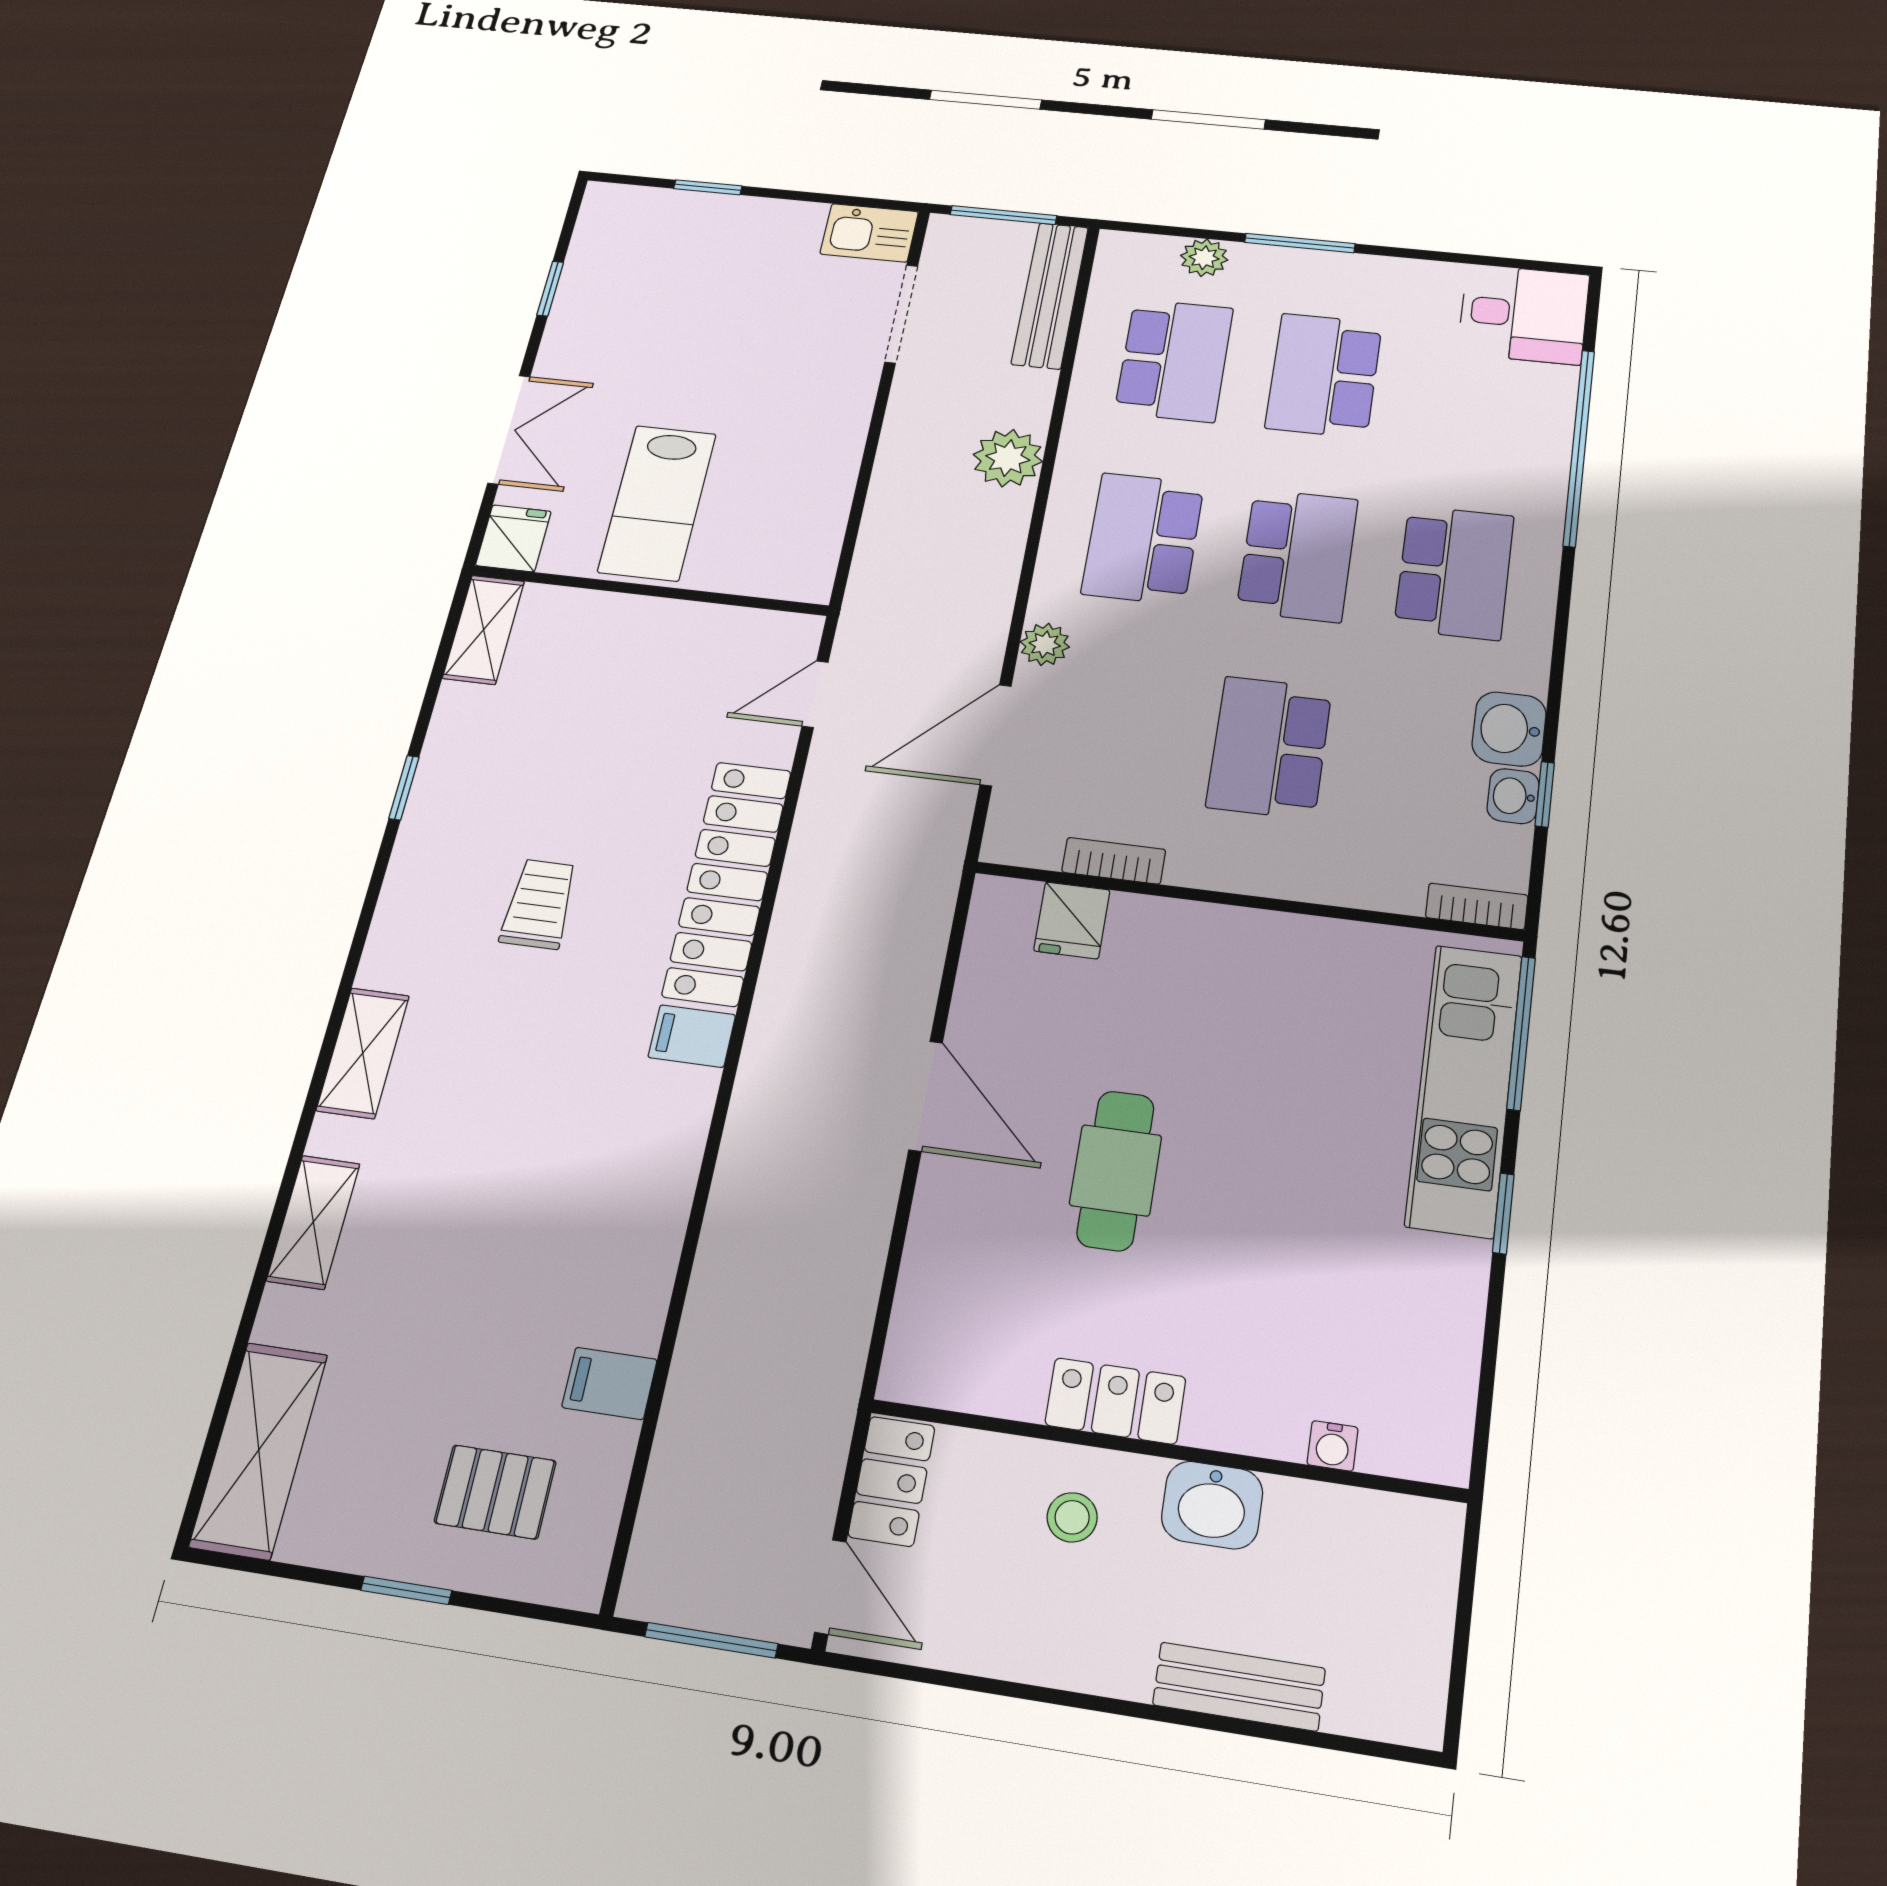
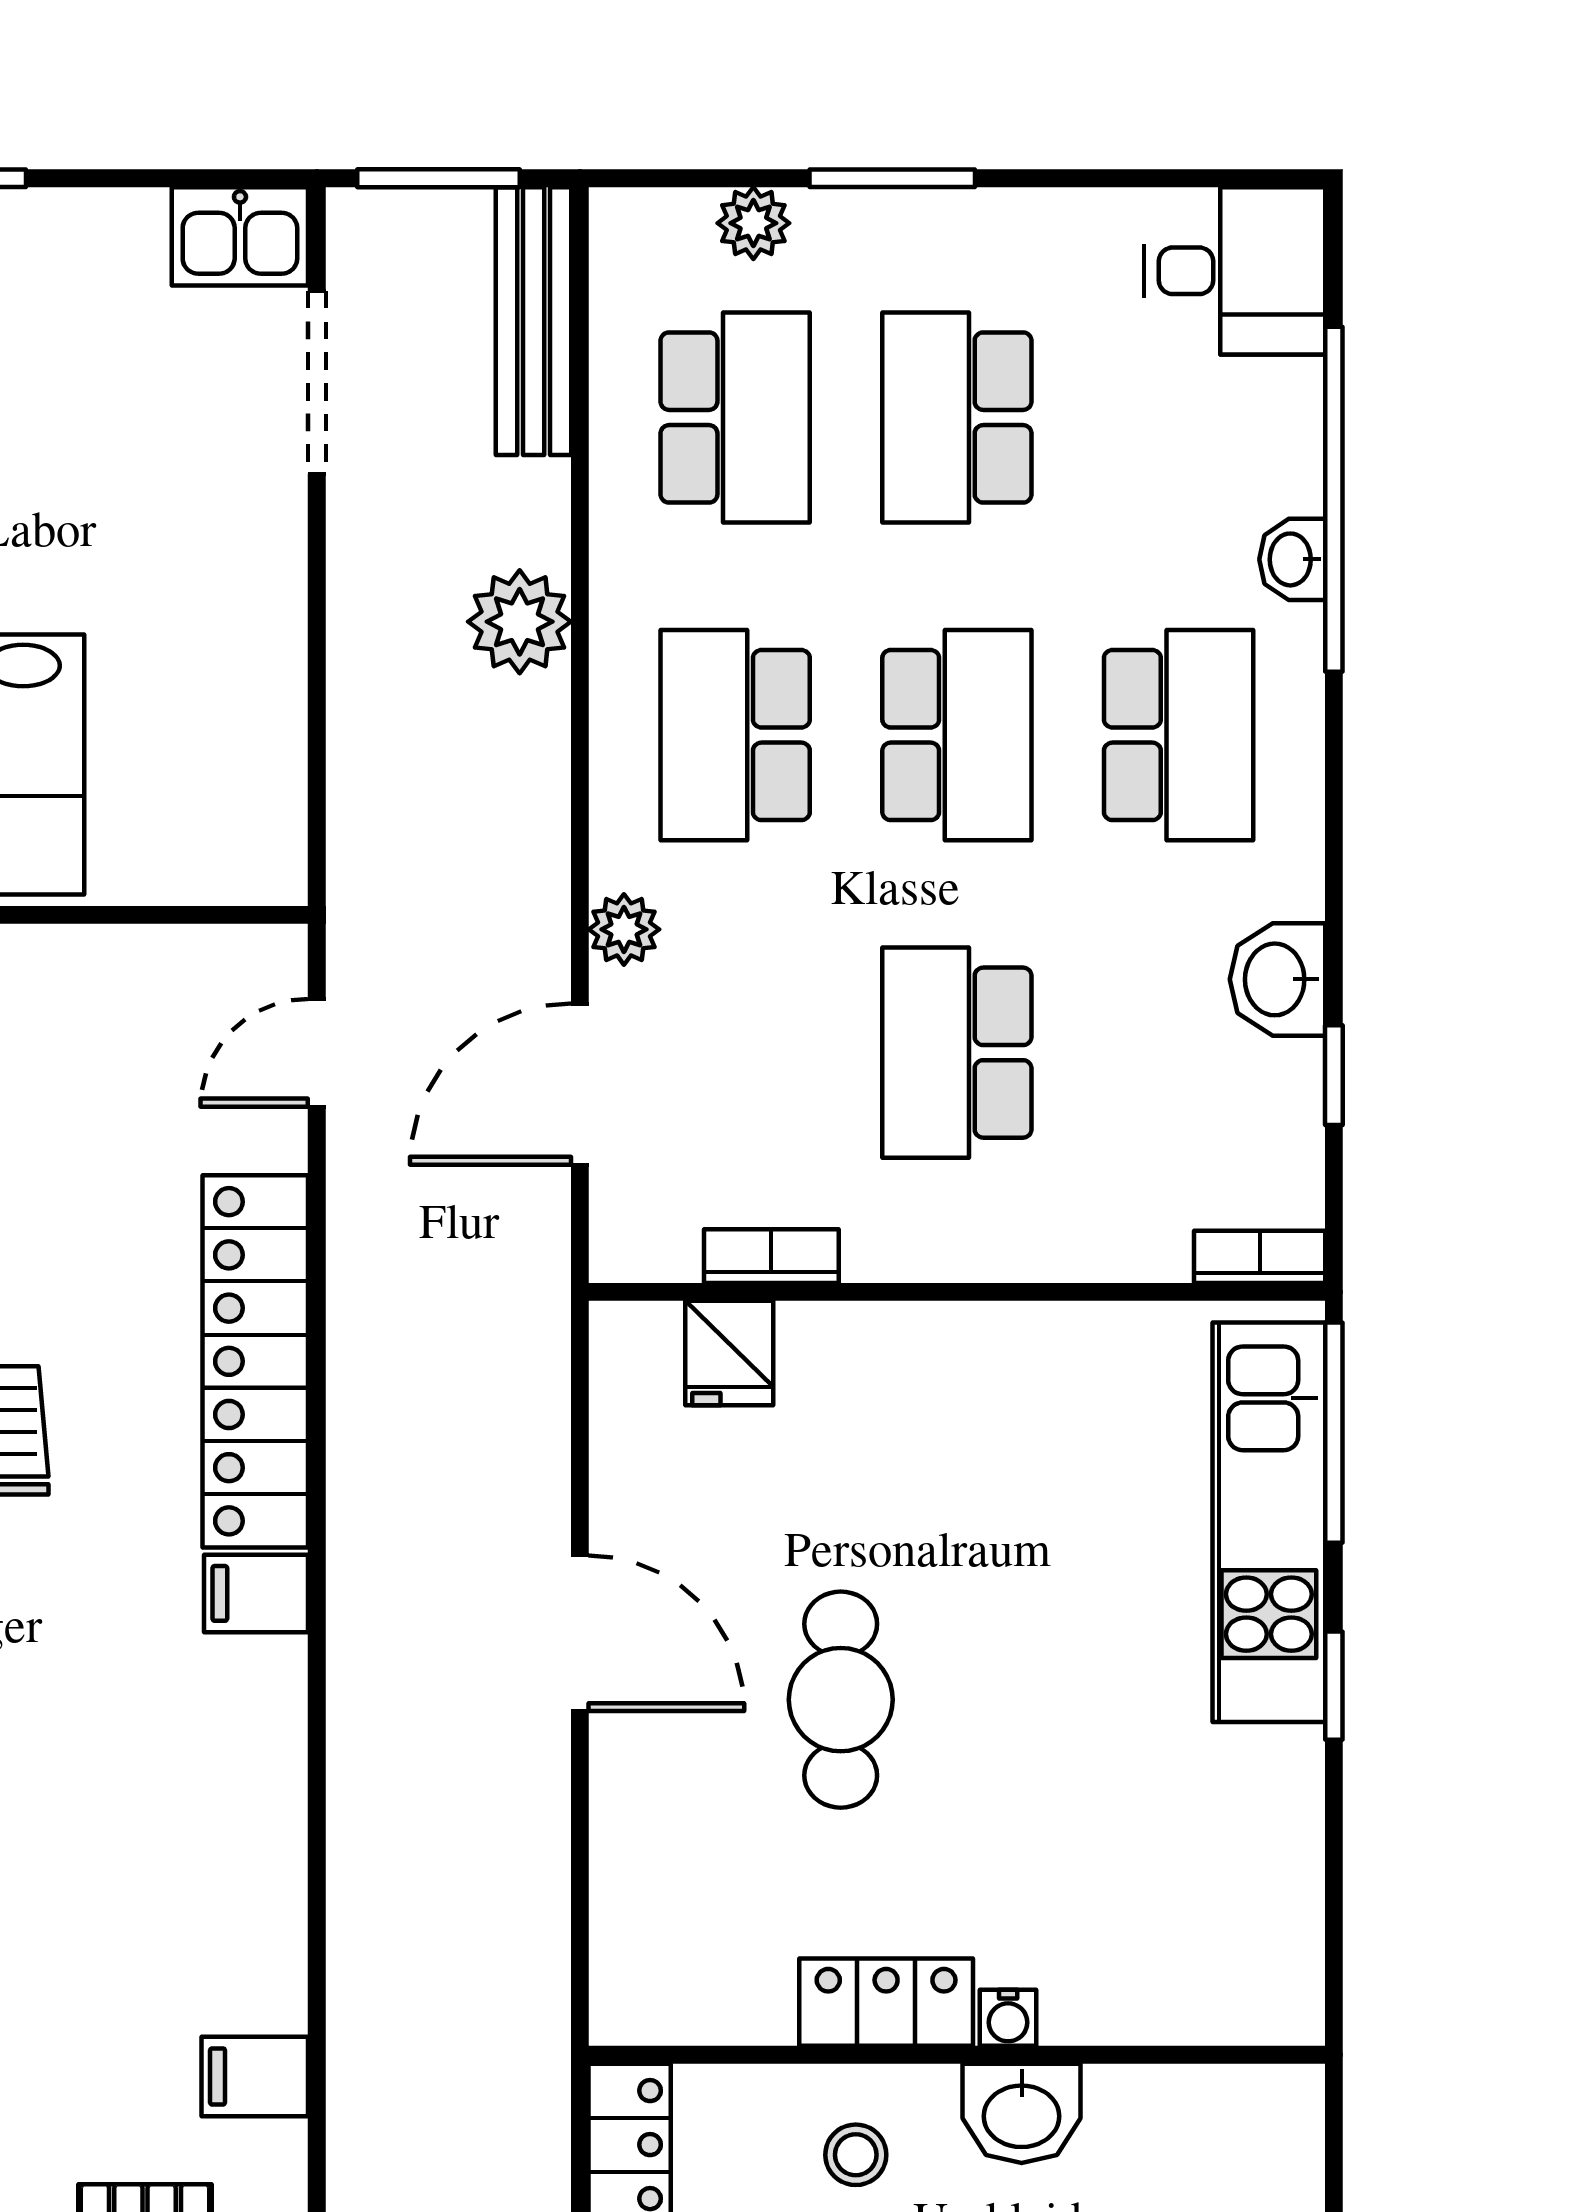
washbasin: (1513, 796) -> (1292, 559), moved
water cooler: (1333, 1446) -> (1008, 2018), moved

